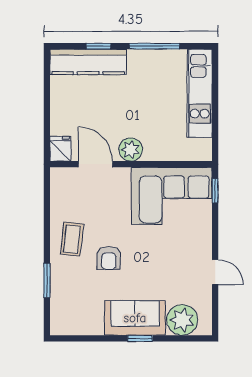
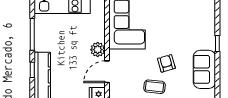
armchair: (109, 258) -> (166, 63), turned -106
sofa: (135, 318) -> (204, 69), moved
plant: (182, 320) -> (206, 17), removed

